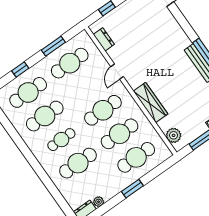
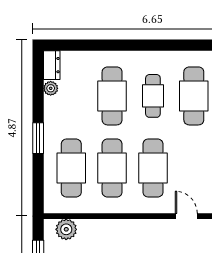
wardrobe: (151, 103) -> (123, 230), removed

